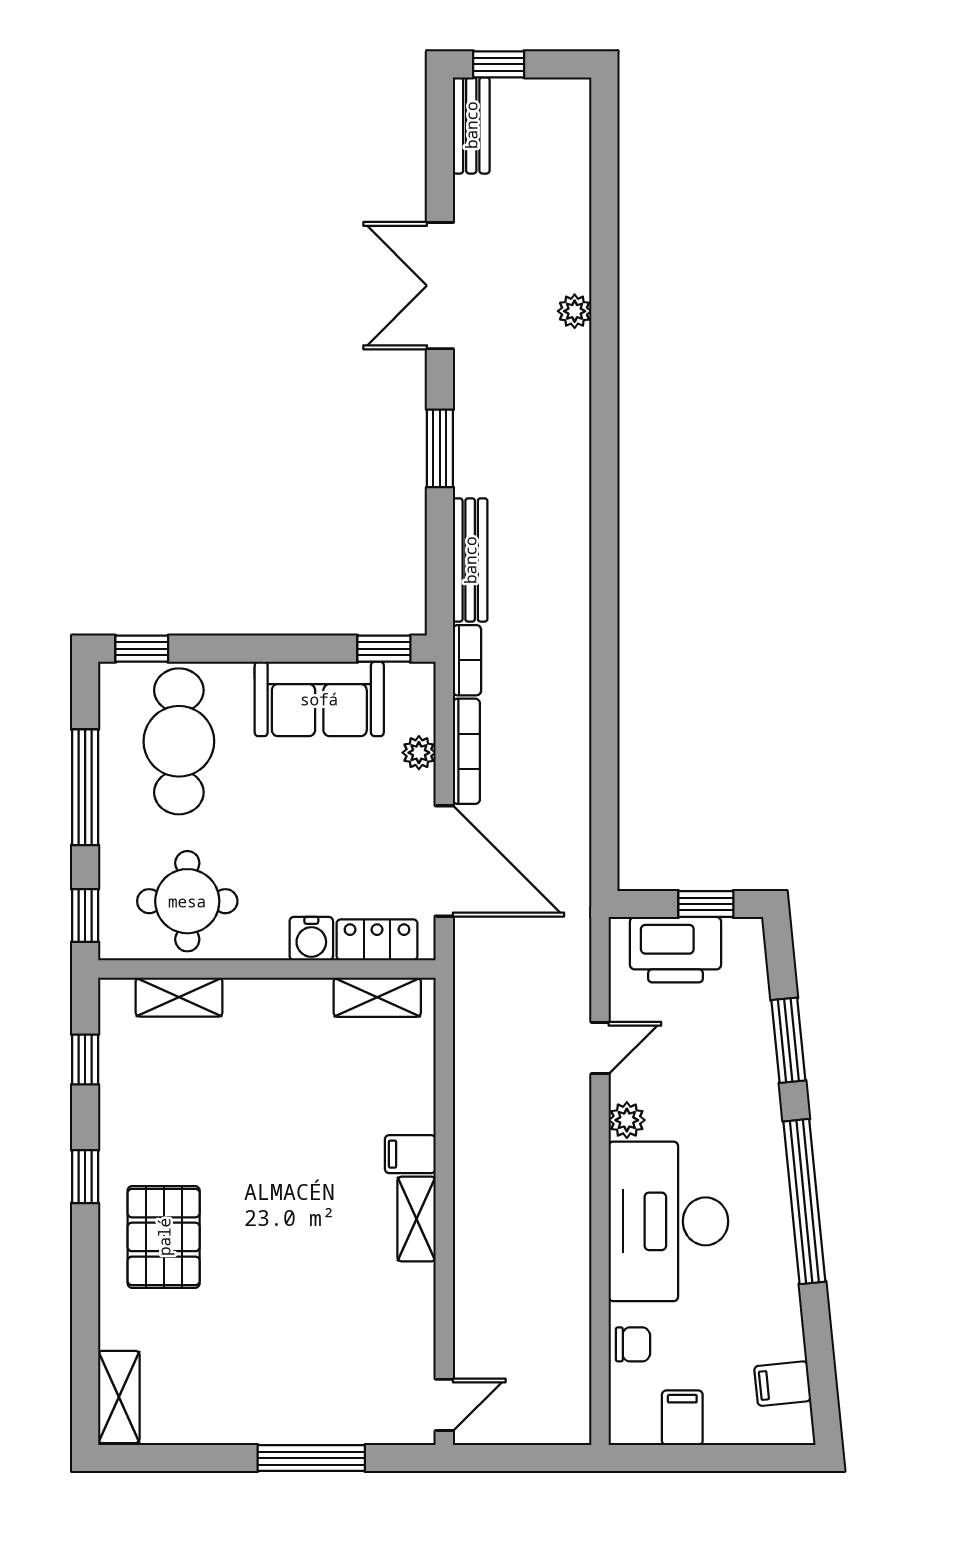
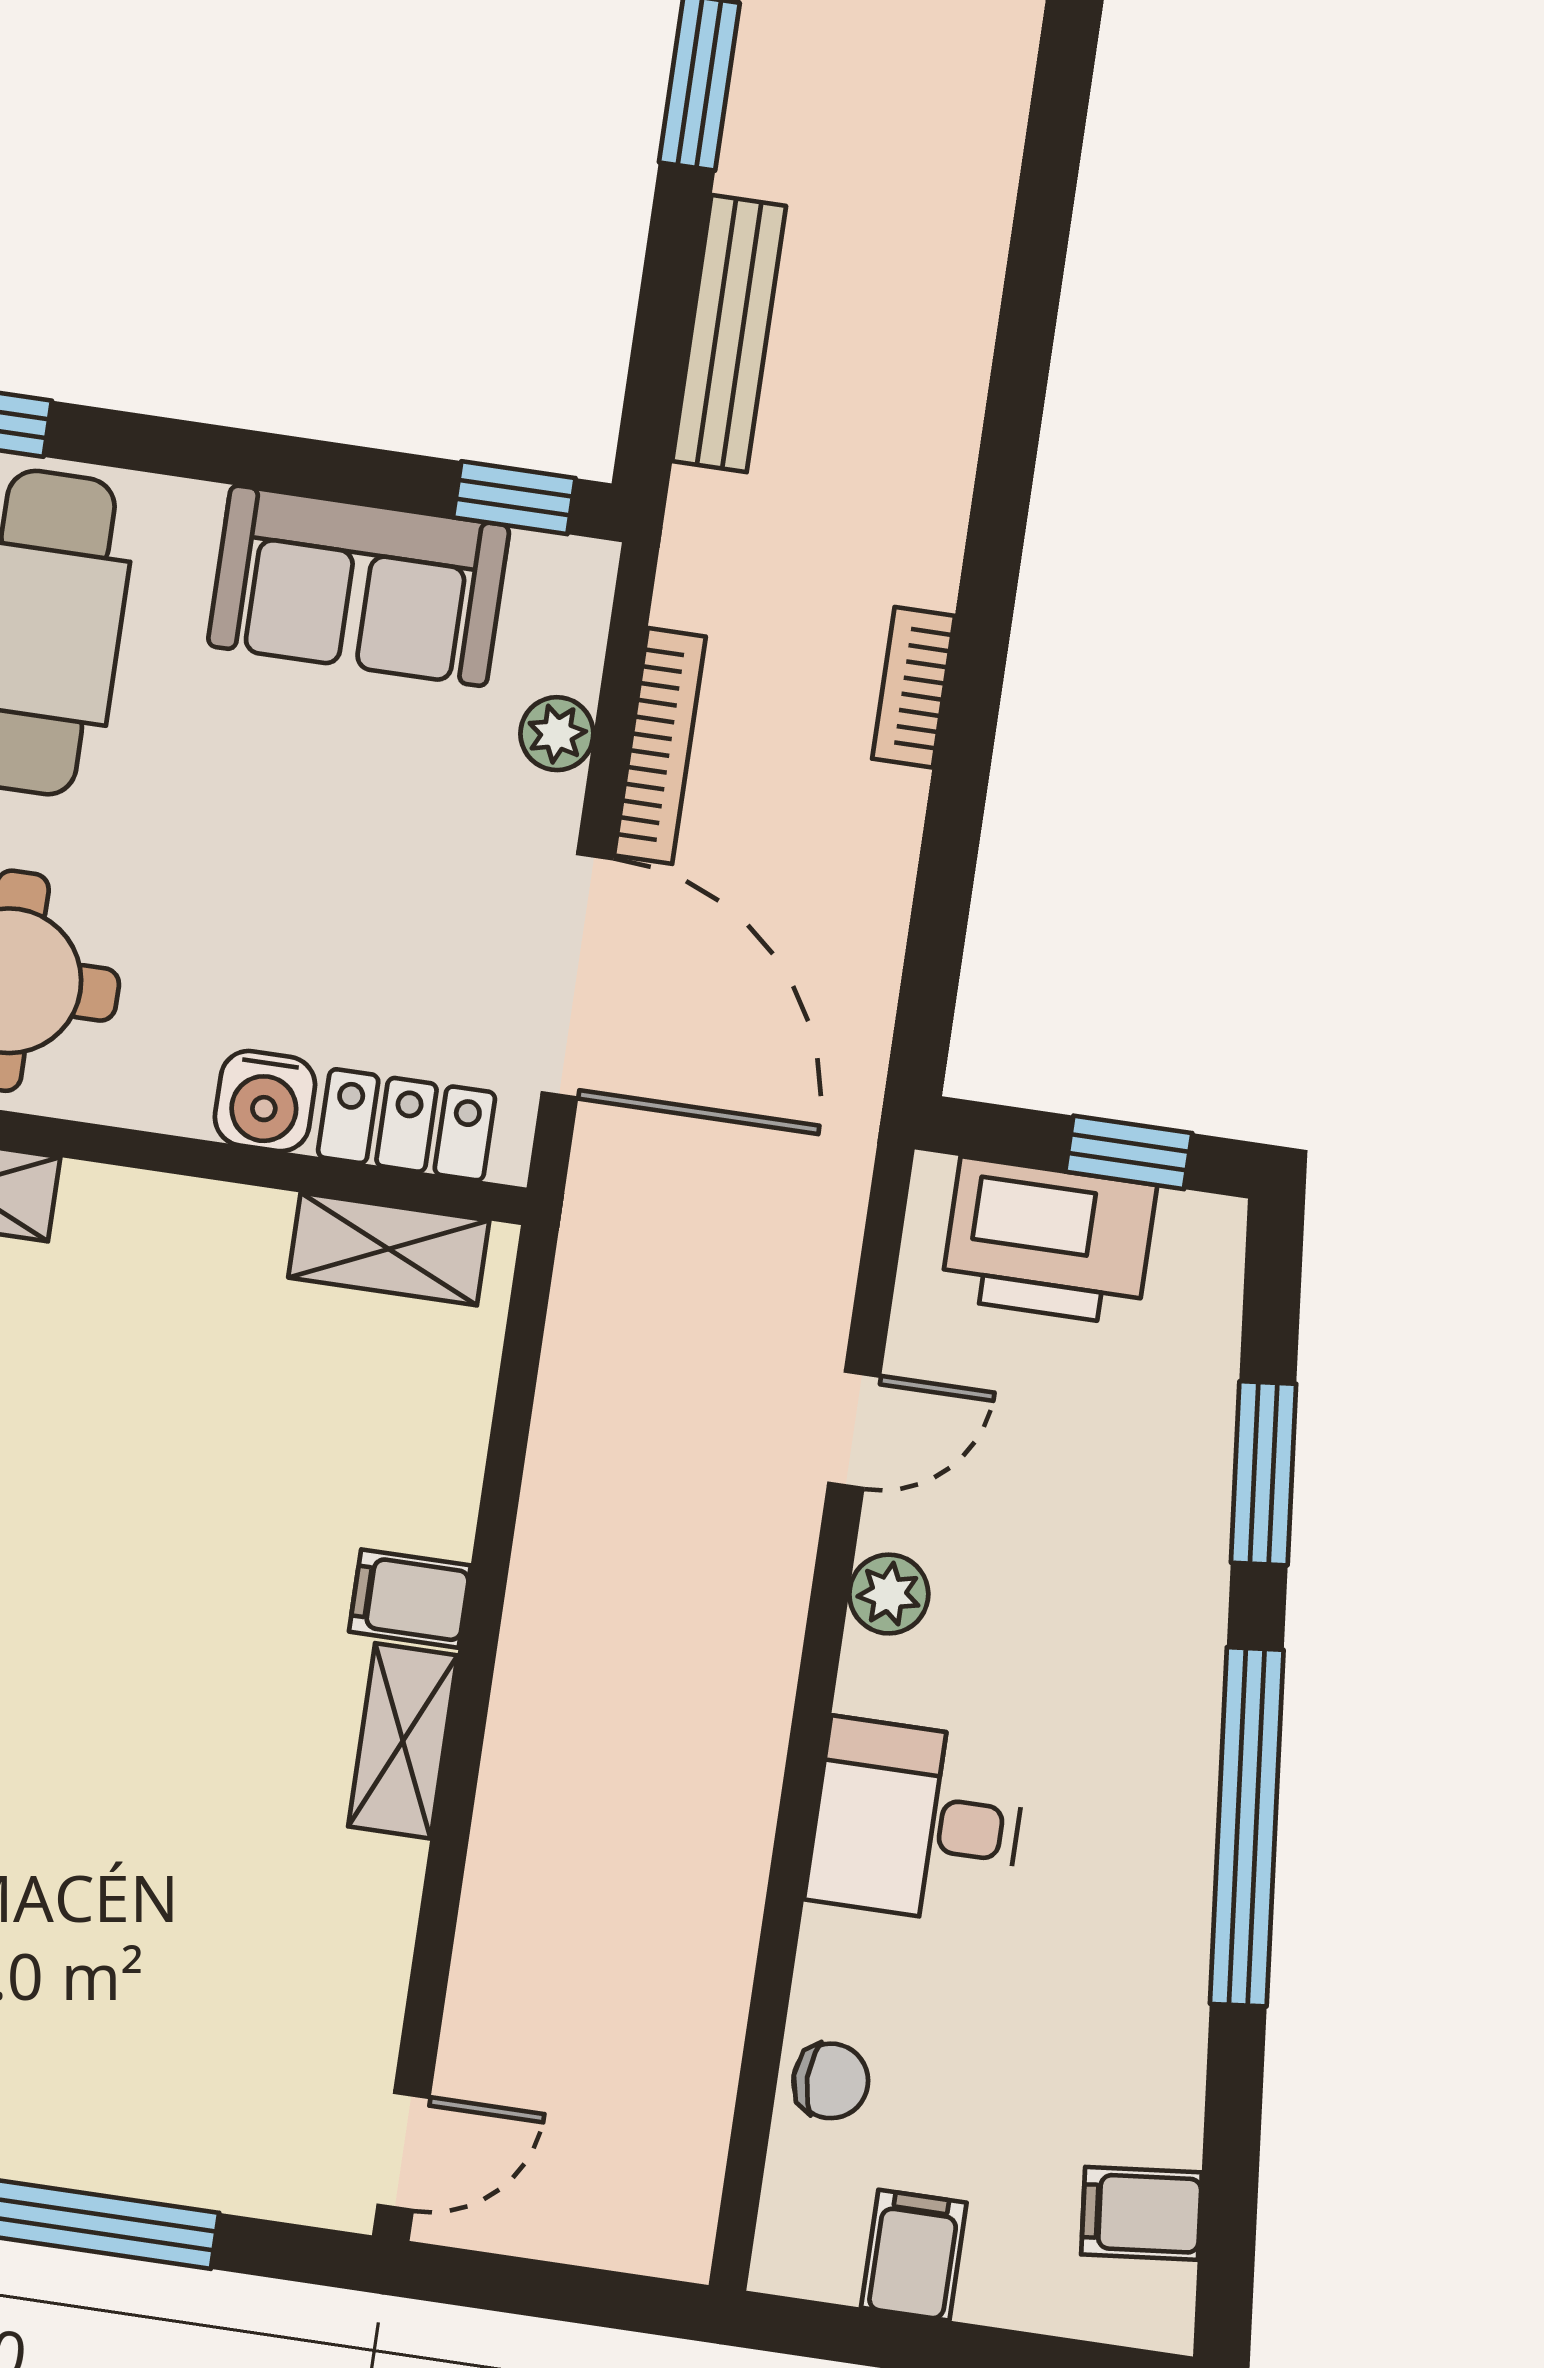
bookcase: (467, 660) -> (914, 687), moved, turned 180
desk: (668, 1221) -> (917, 1822), width x0.53, depth x0.77

